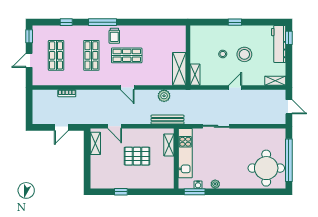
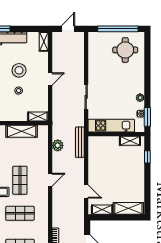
shelving: (179, 69) -> (22, 131), moved
door: (235, 88) -> (50, 79), swing flipped
door: (115, 126) -> (86, 192), hinge flipped
shelving: (169, 145) -> (130, 141), moved
pallet: (137, 156) -> (114, 171), removed
round table: (266, 168) -> (125, 50), width x0.73, depth x0.73
shelving: (97, 171) -> (128, 208), added
window: (121, 192) -> (147, 157), moved

